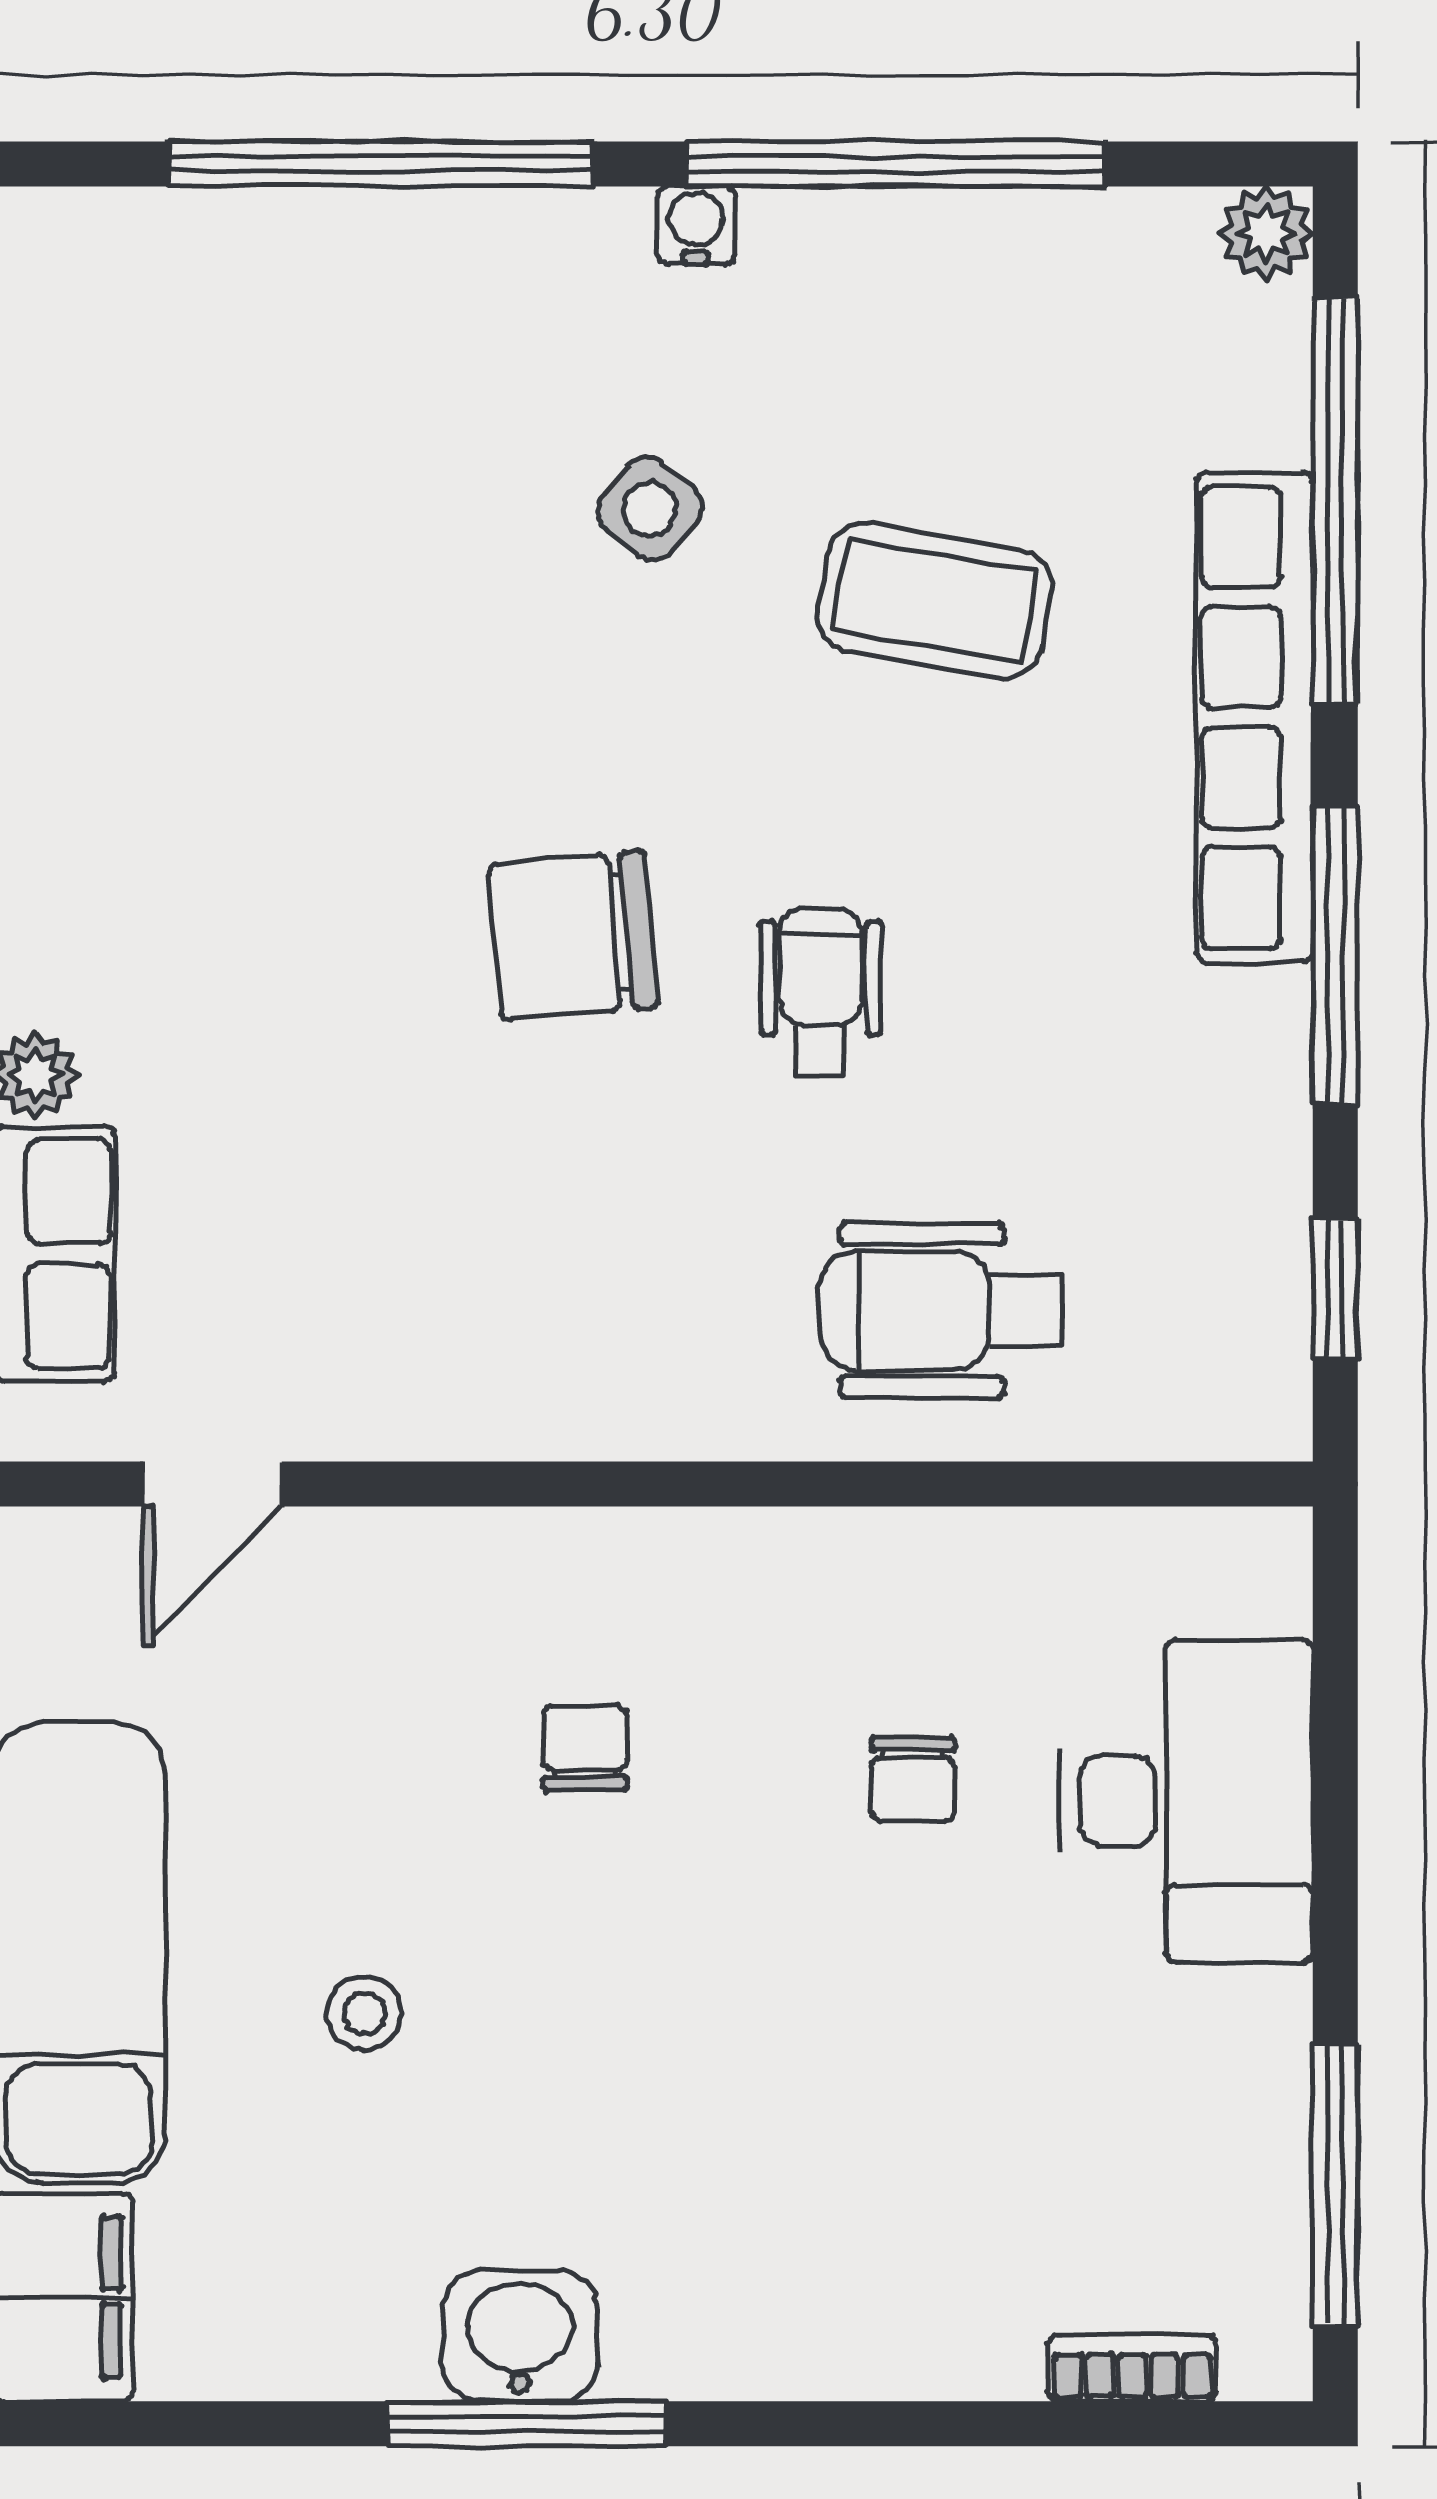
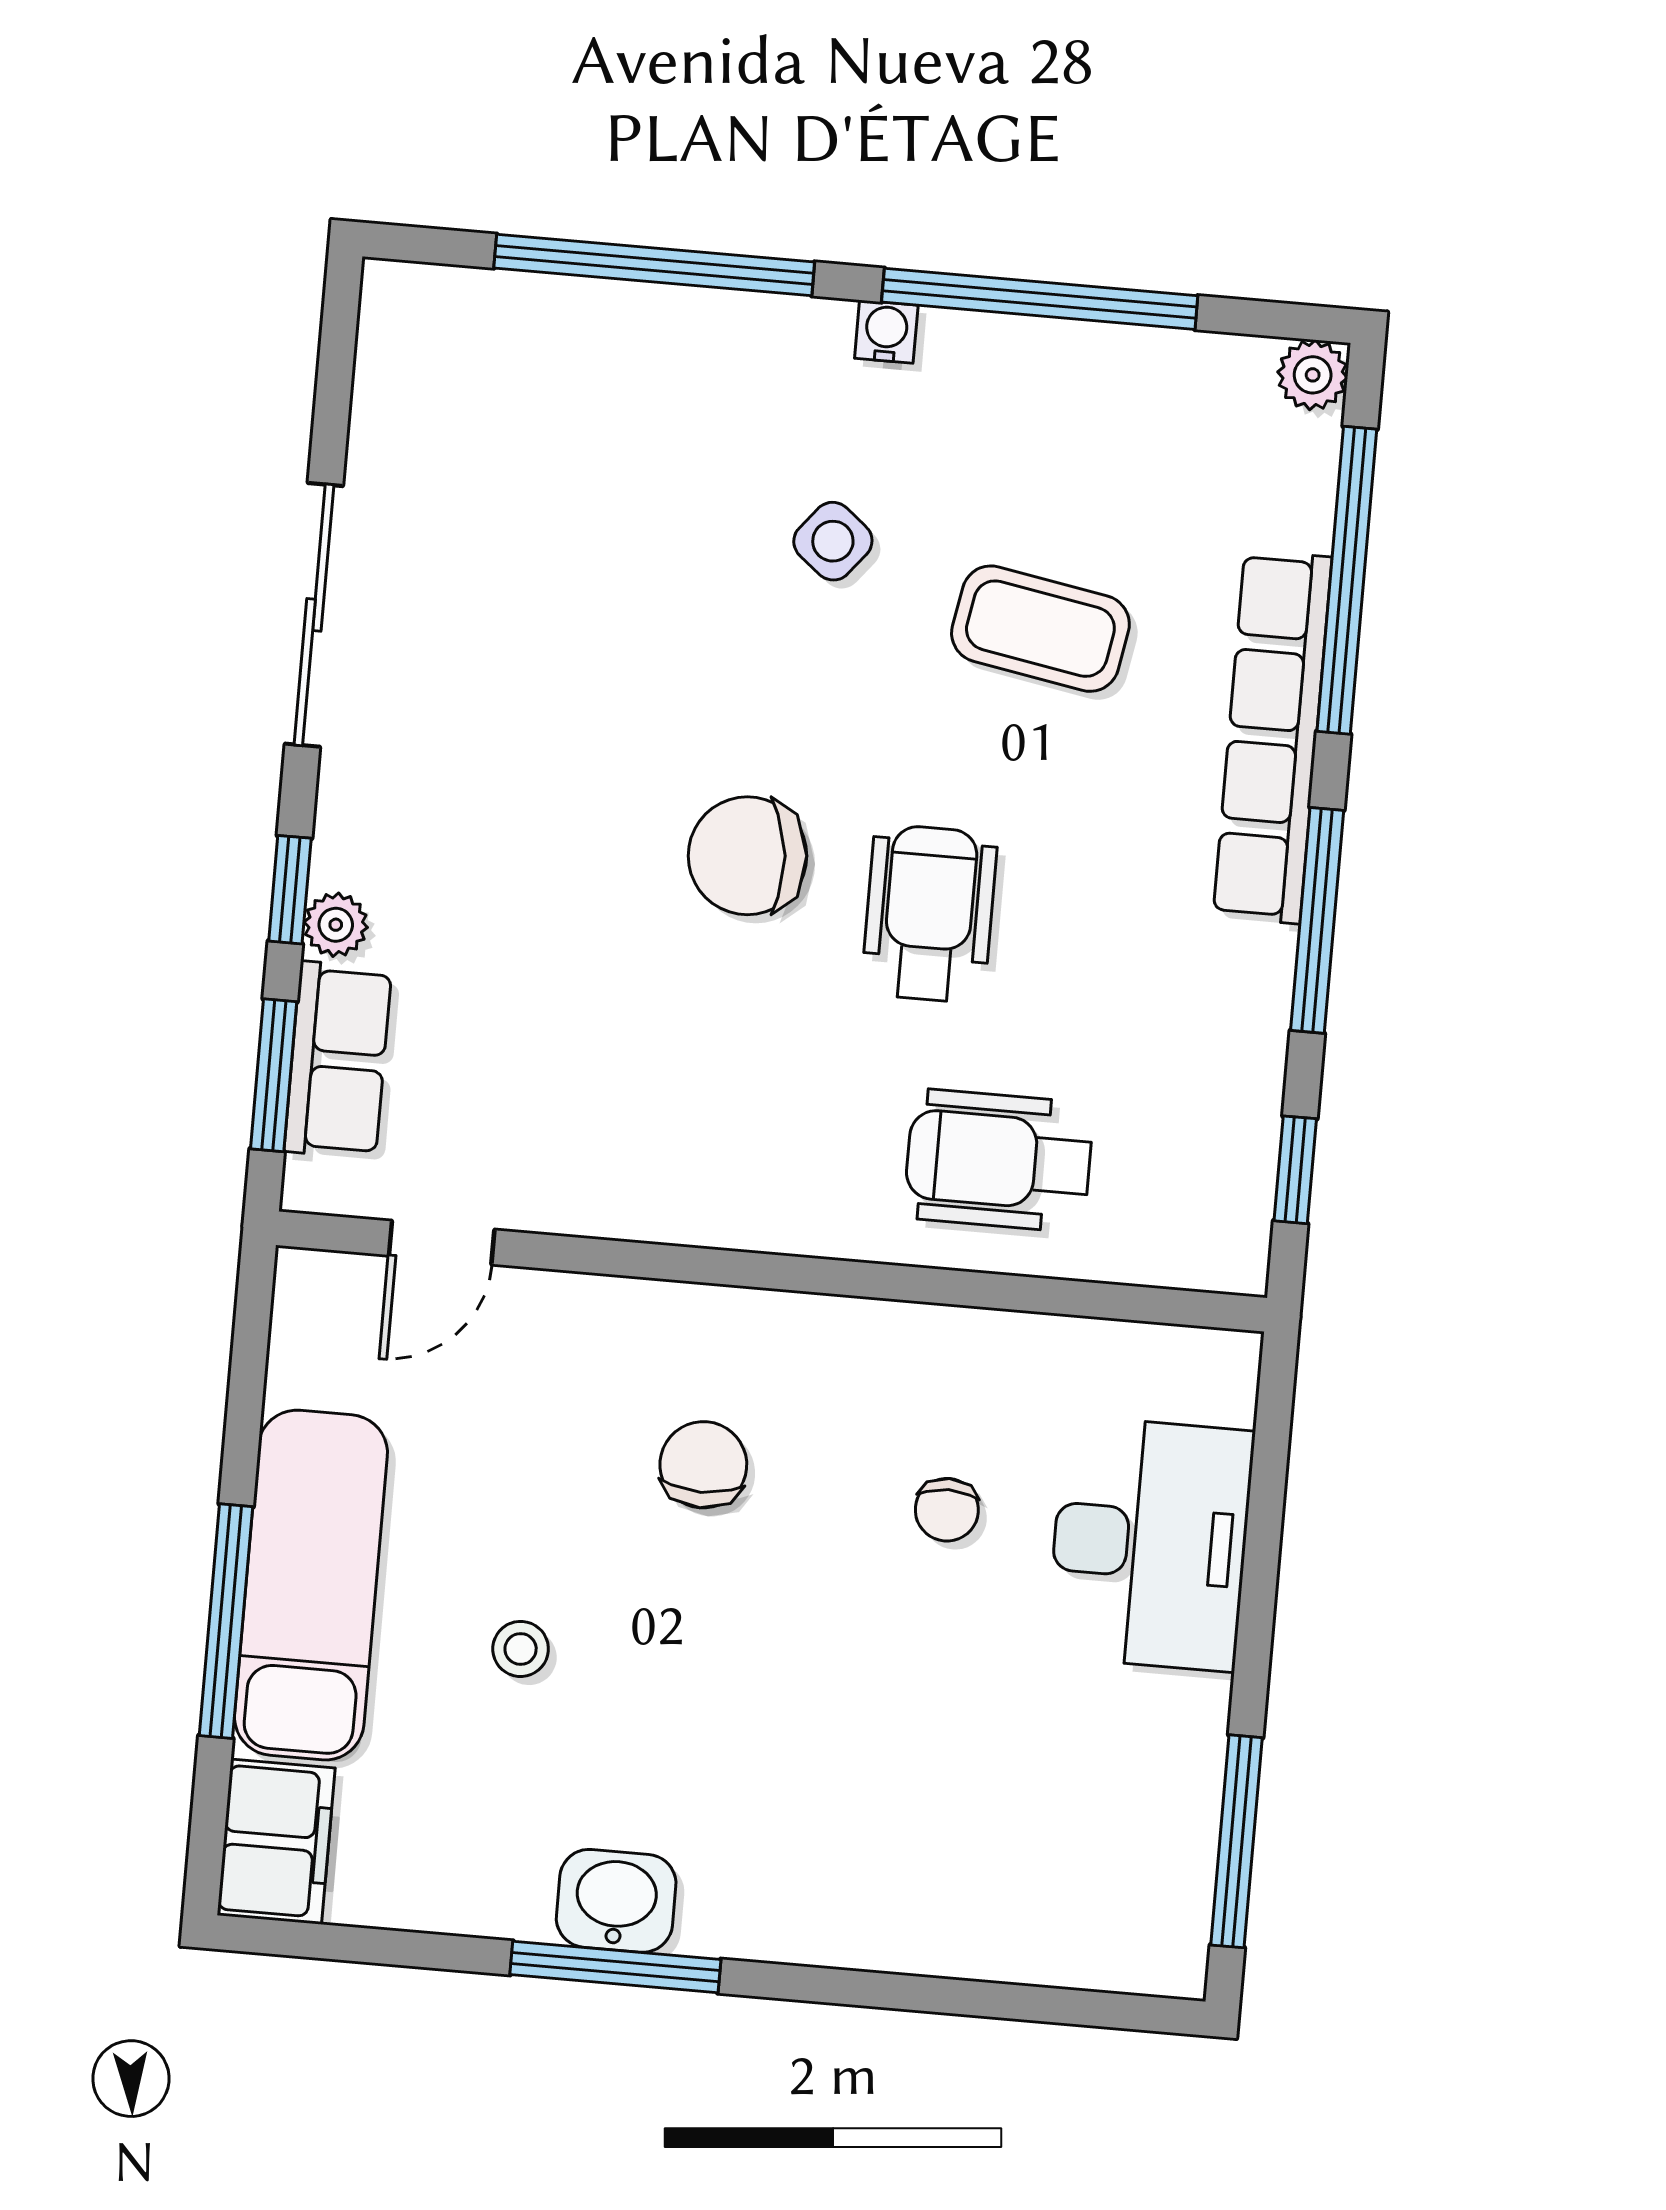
wheelchair: (821, 991) -> (929, 914), width x1.36, depth x1.37
chair: (585, 1748) -> (703, 1465), width x1.37, depth x1.37
bookcase: (1132, 2368) -> (1073, 1965), removed

